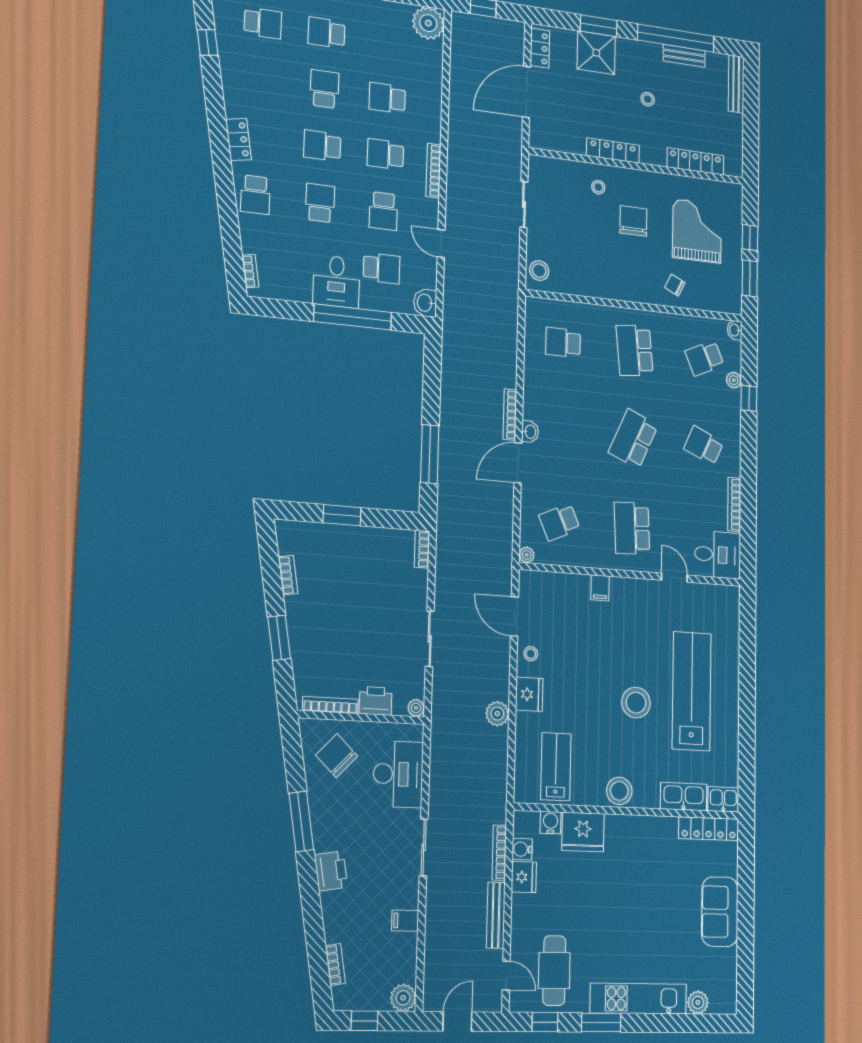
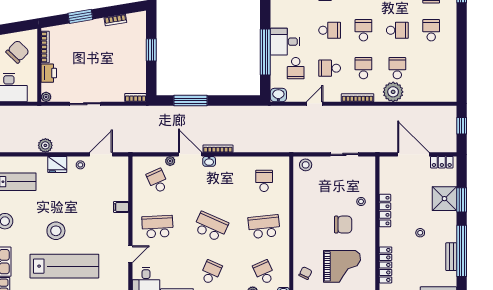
plant: (428, 23) -> (393, 92), moved
chair: (675, 285) -> (305, 273), moved
plant: (527, 555) -> (170, 161), moved

